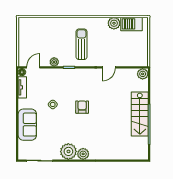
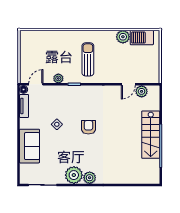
door: (109, 67) -> (128, 84), moved
plant: (143, 74) -> (142, 91), moved

